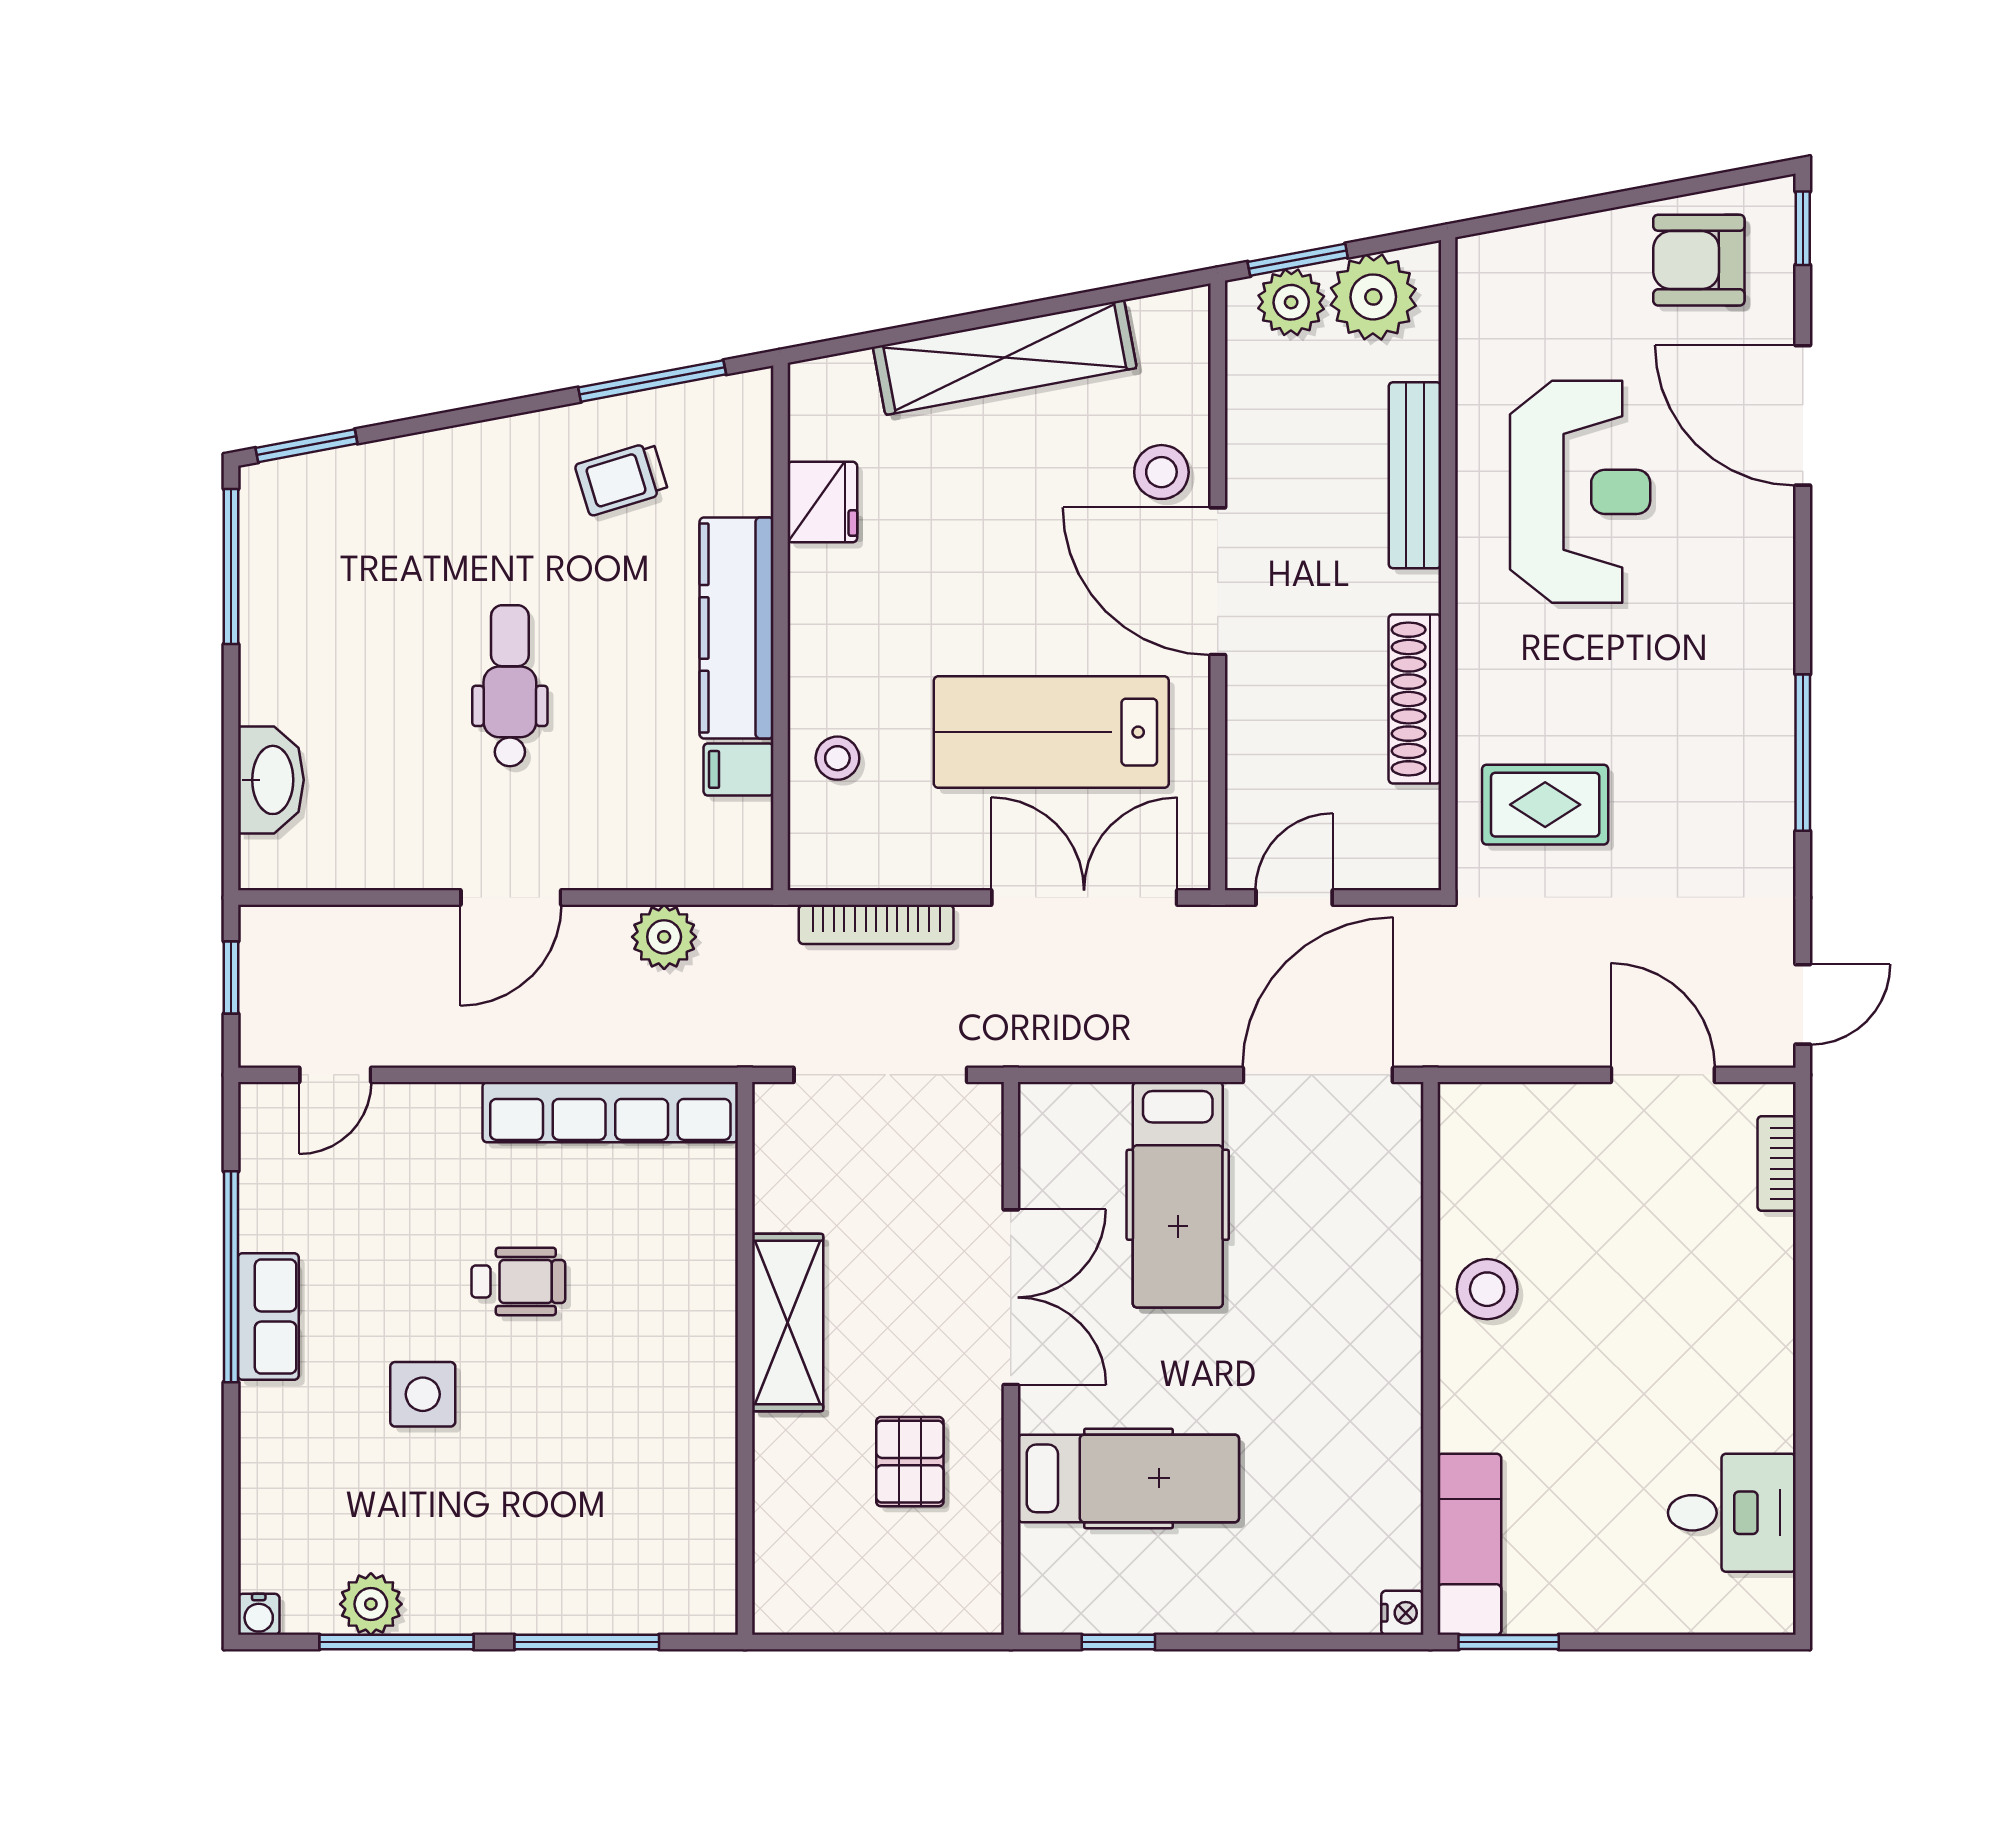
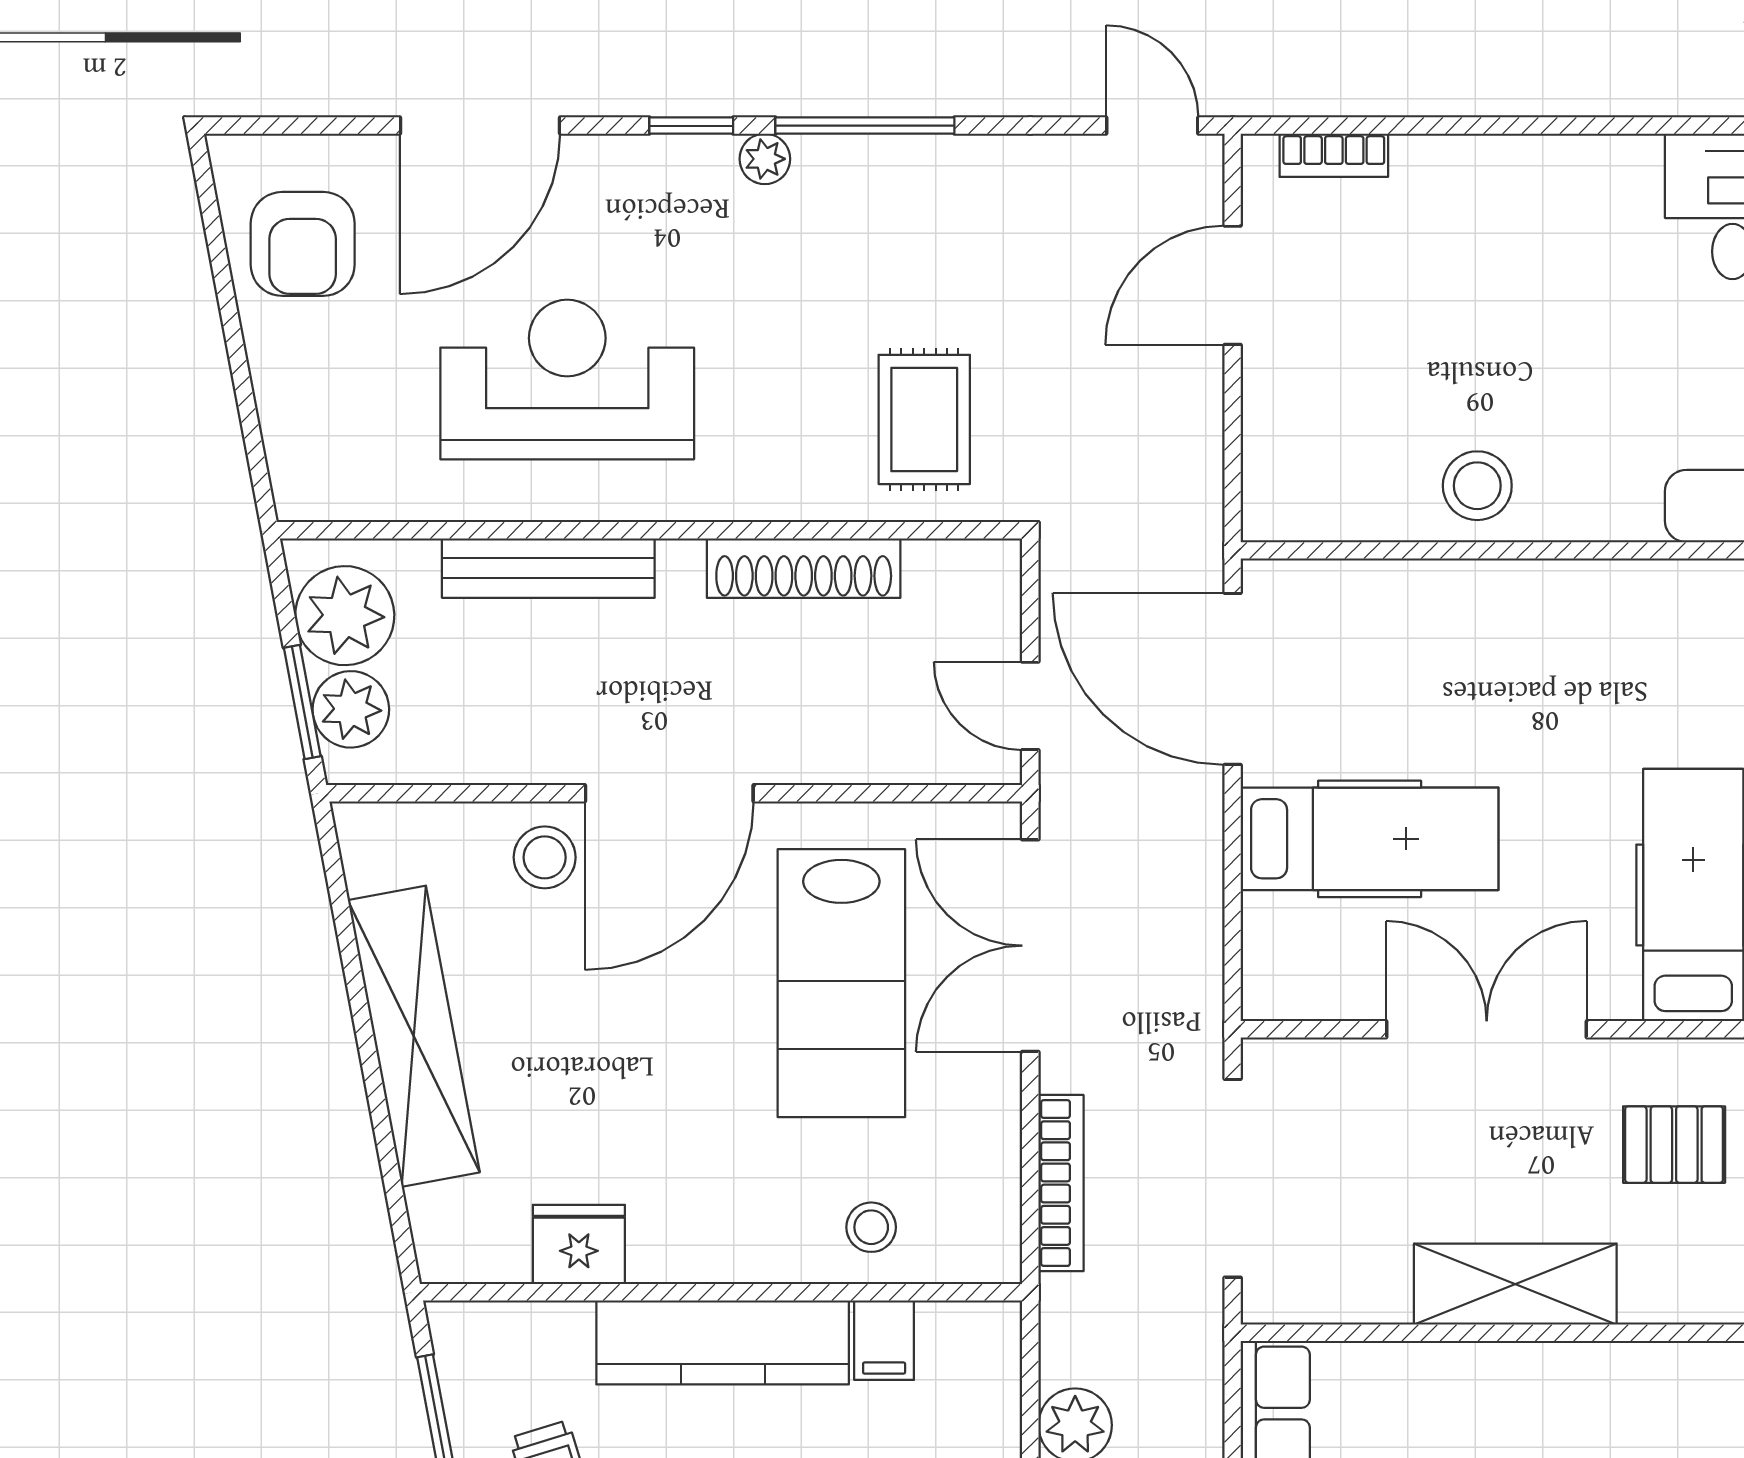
window: (1803, 228) -> (691, 126), moved
plant: (1773, 665) -> (765, 159), added

